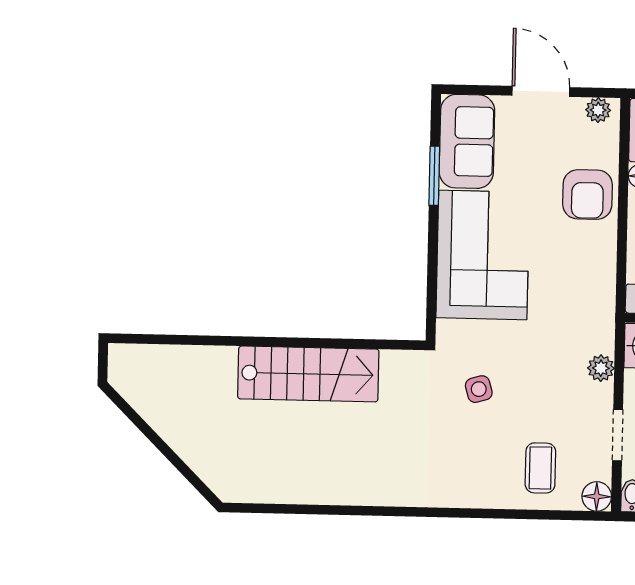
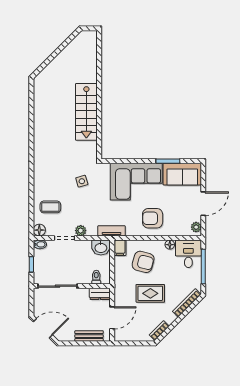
armchair: (587, 194) -> (153, 218), moved
tv unit: (603, 319) -> (112, 231), added
plant: (601, 368) -> (81, 231), moved

